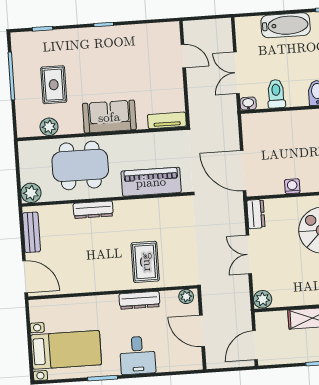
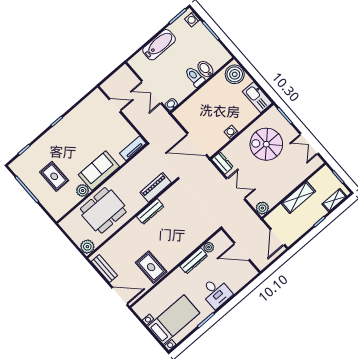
toilet: (276, 94) -> (195, 77), moved
plant: (49, 127) -> (83, 191), moved
piano: (151, 182) -> (156, 187), width x0.73, depth x0.75
dresser: (93, 210) -> (150, 211), moved
double door: (249, 254) -> (236, 189), swing flipped
rug: (145, 262) -> (151, 267), moved
plant: (186, 296) -> (209, 247), moved

